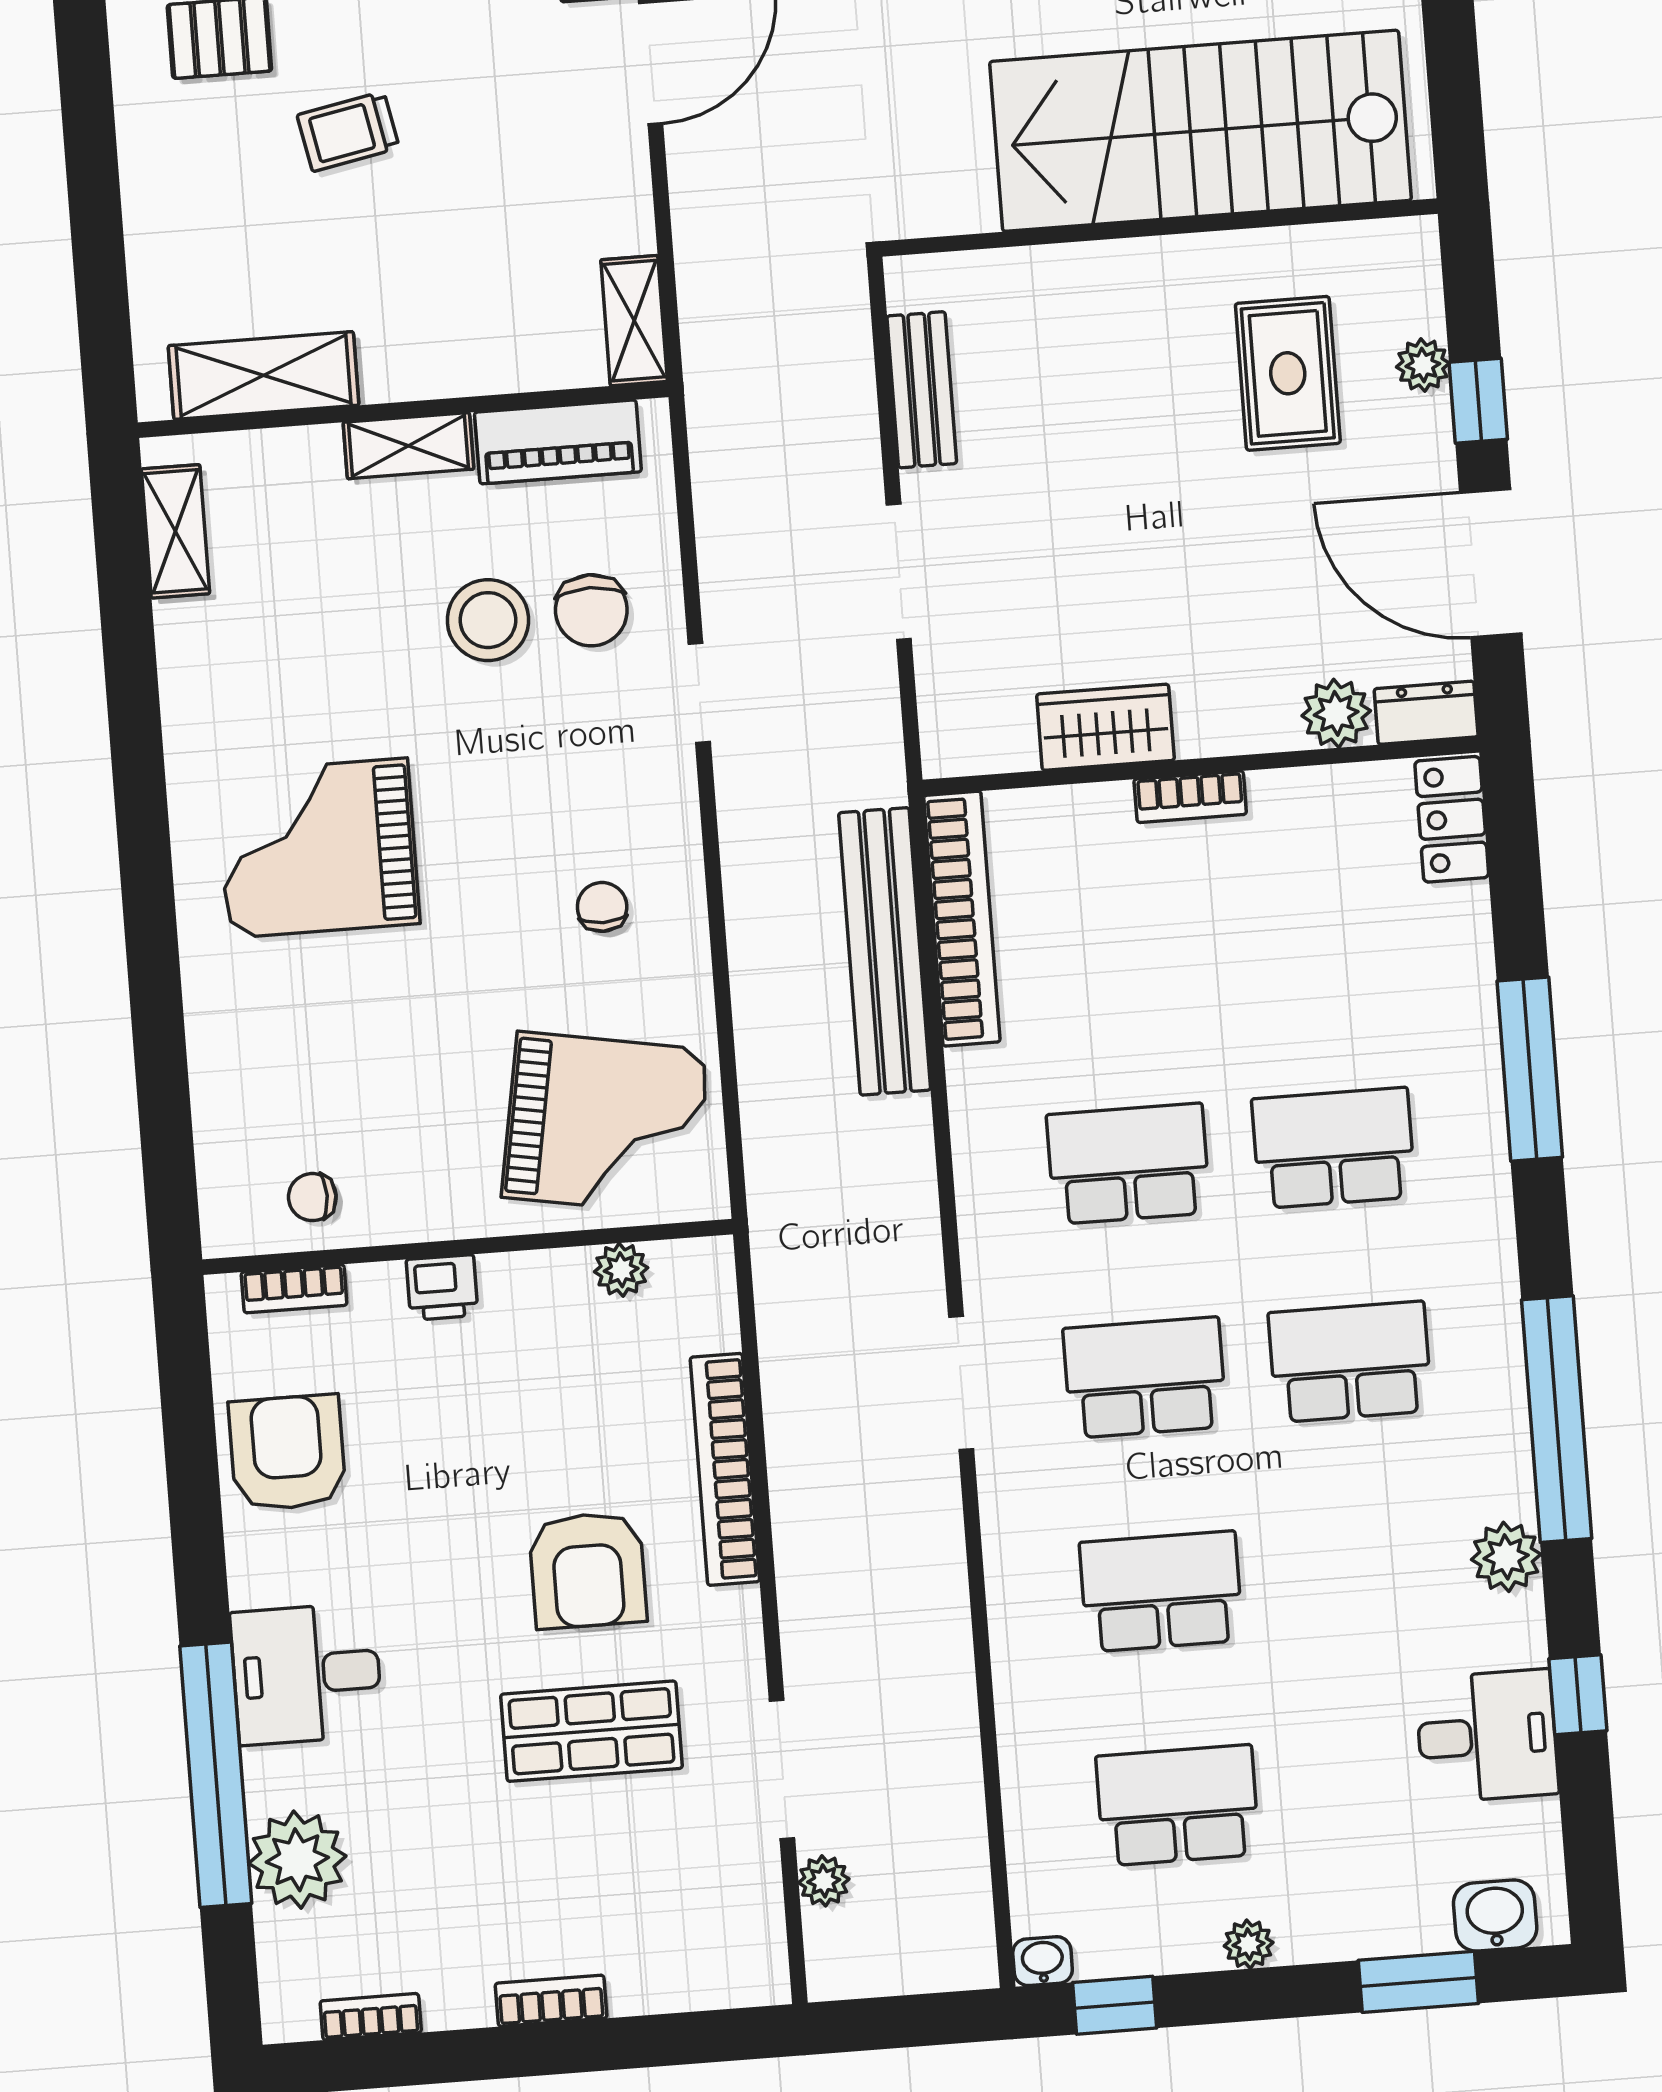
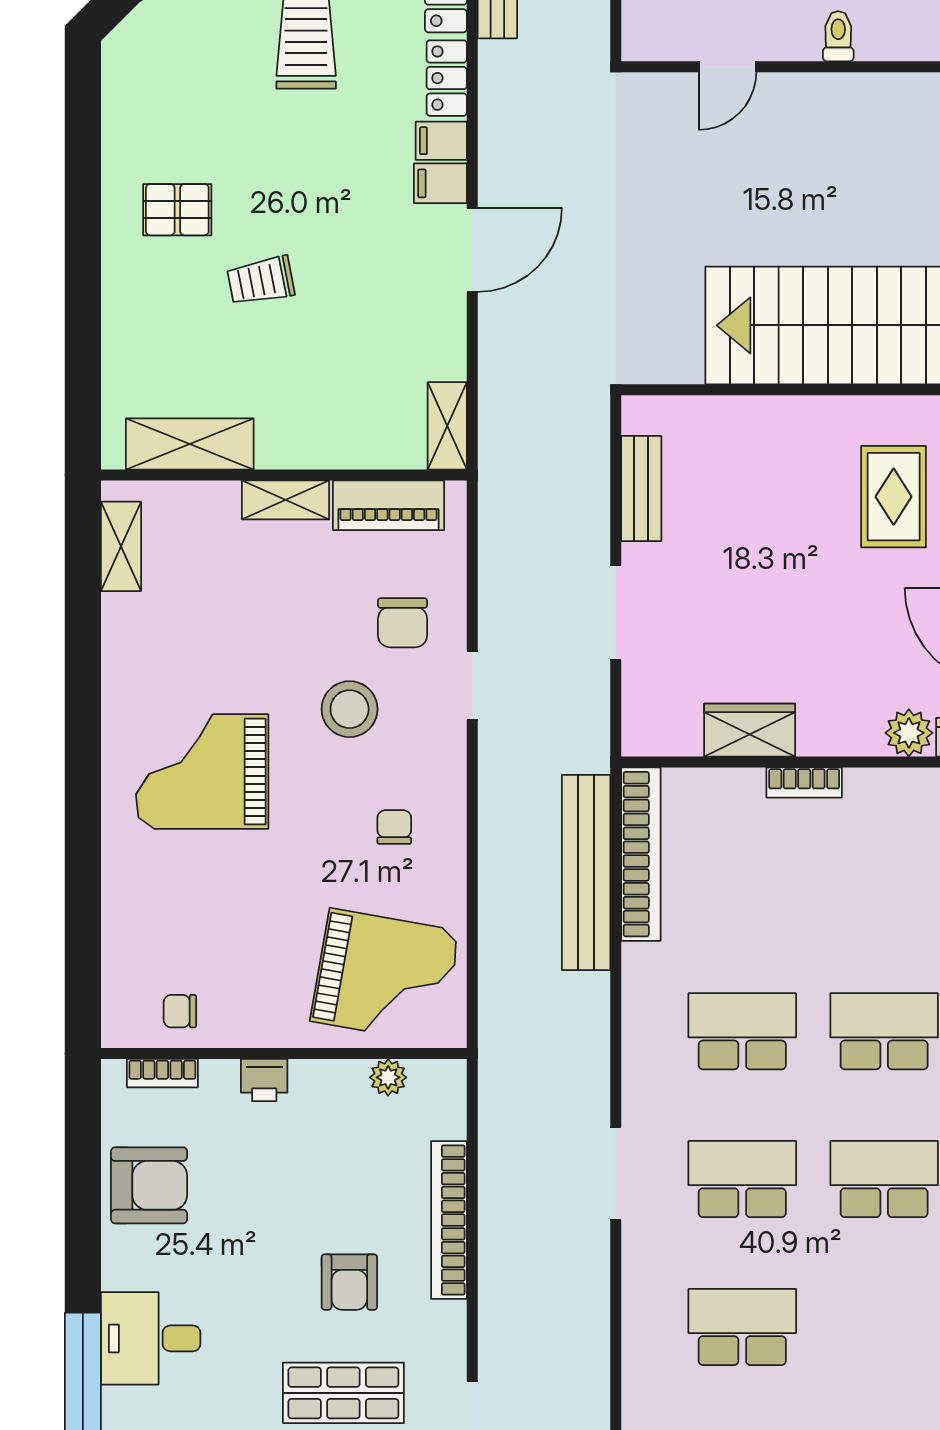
stool: (488, 620) -> (350, 709), moved
armchair: (287, 1453) -> (149, 1185), turned 90
armchair: (588, 1570) -> (349, 1282), width x0.72, depth x0.72

